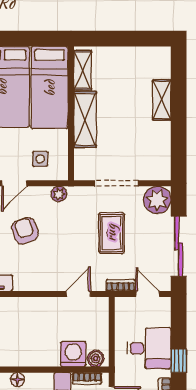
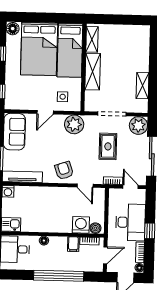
shelving: (162, 100) -> (142, 86), moved
plant: (59, 194) -> (74, 124), width x1.87, depth x1.87
armchair: (25, 231) -> (64, 171), moved
door: (78, 294) -> (85, 186), swing flipped
desk: (149, 348) -> (130, 222), width x1.37

